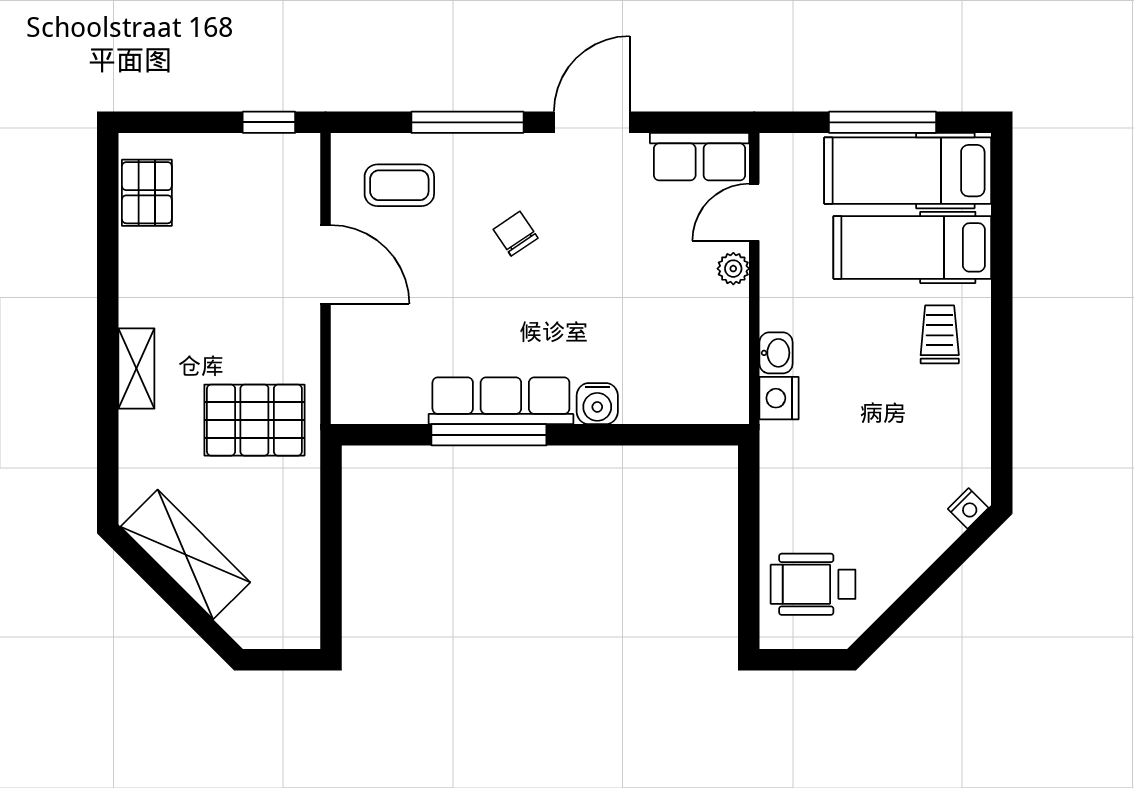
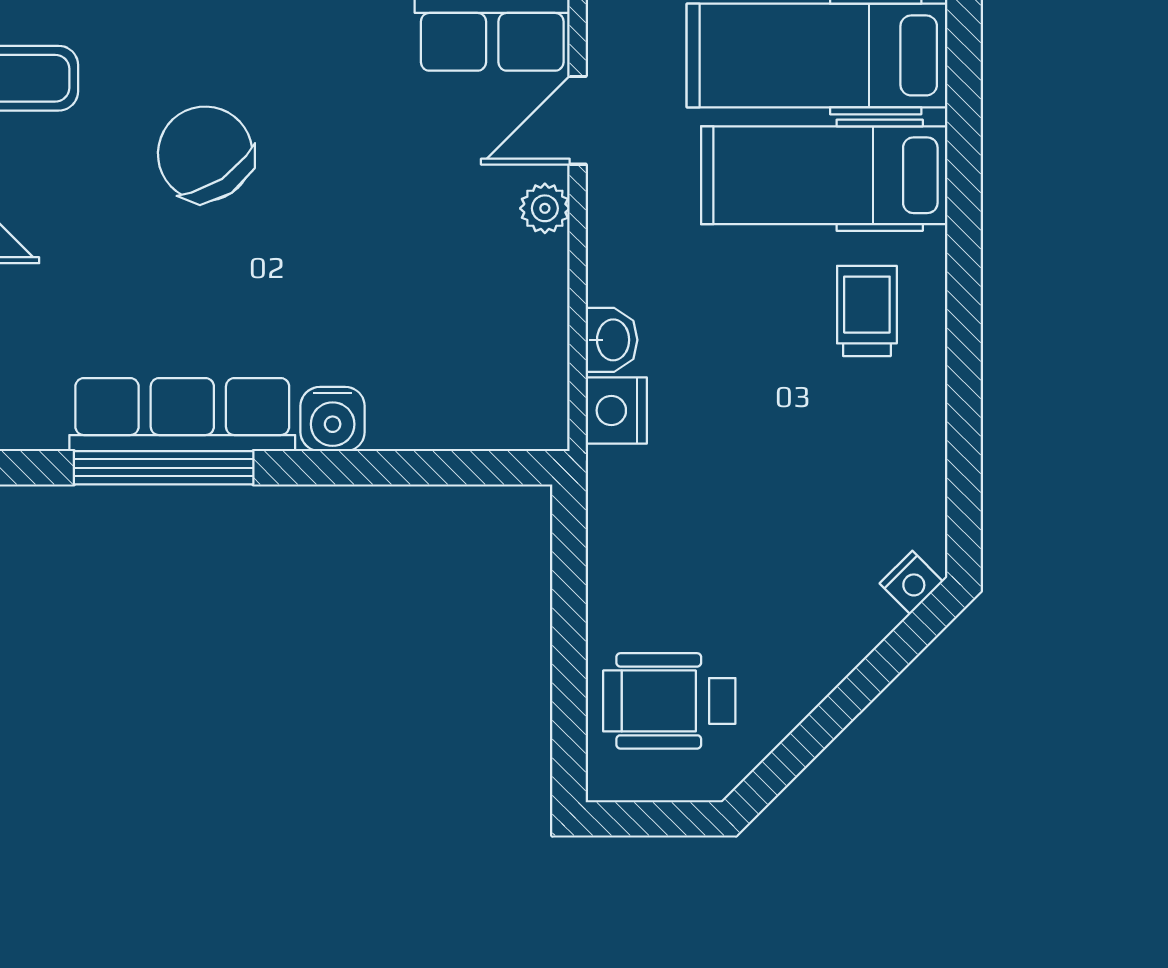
chair: (516, 234) -> (205, 154), width x1.87, depth x1.87

